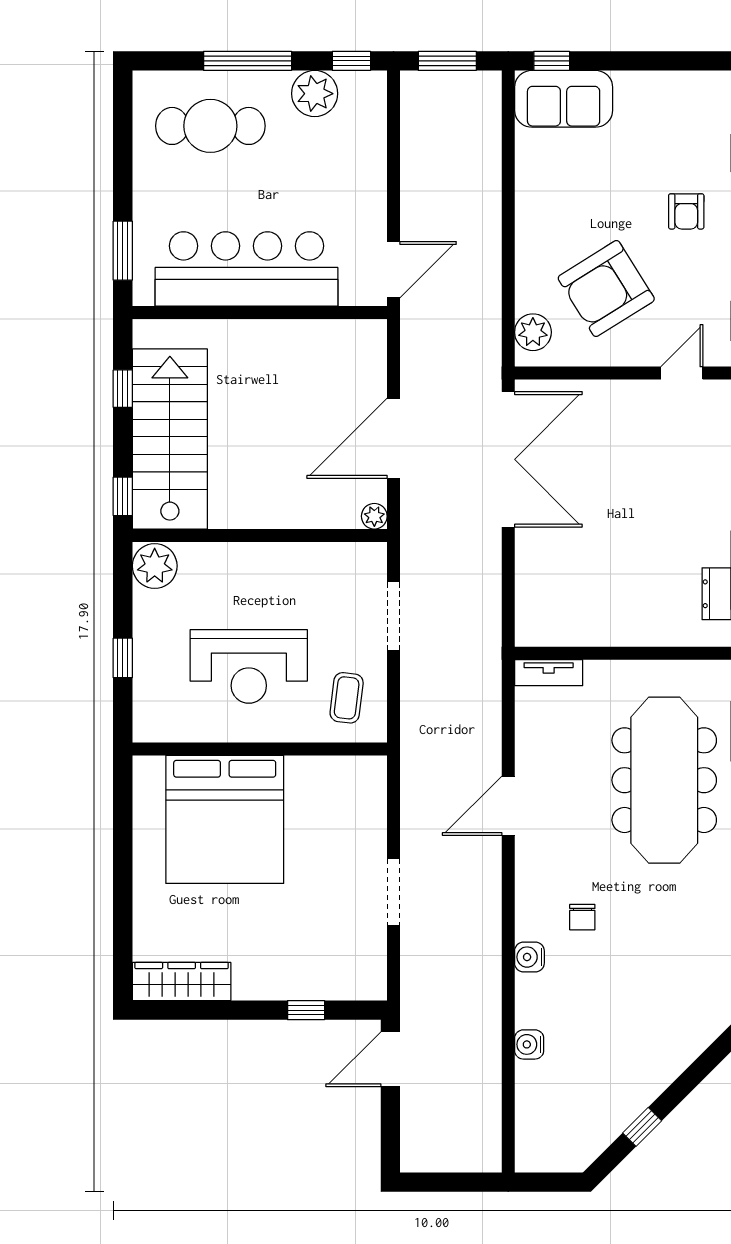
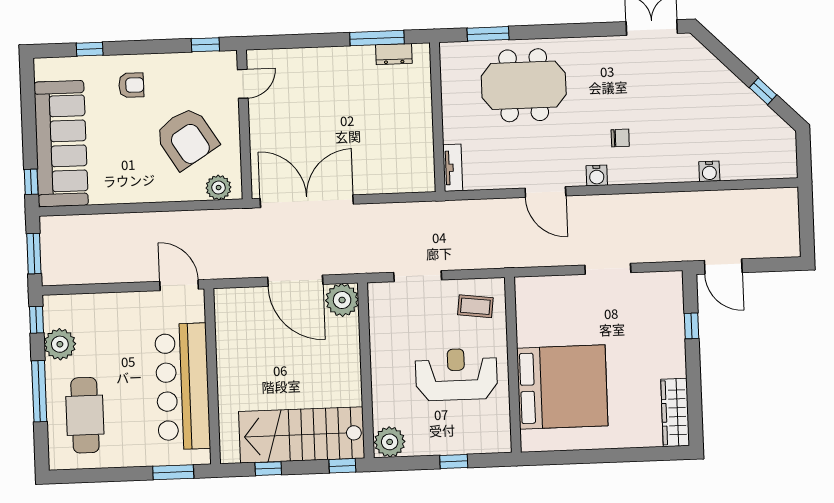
sofa: (564, 99) -> (61, 144), width x1.85, depth x1.27
door: (682, 373) -> (243, 84), swing flipped
plant: (374, 516) -> (342, 300), width x1.88, depth x1.88
reception desk: (249, 666) -> (456, 374), turned -90
meeting table: (664, 780) -> (524, 85), width x0.73
water cooler: (529, 957) -> (597, 175), moved

